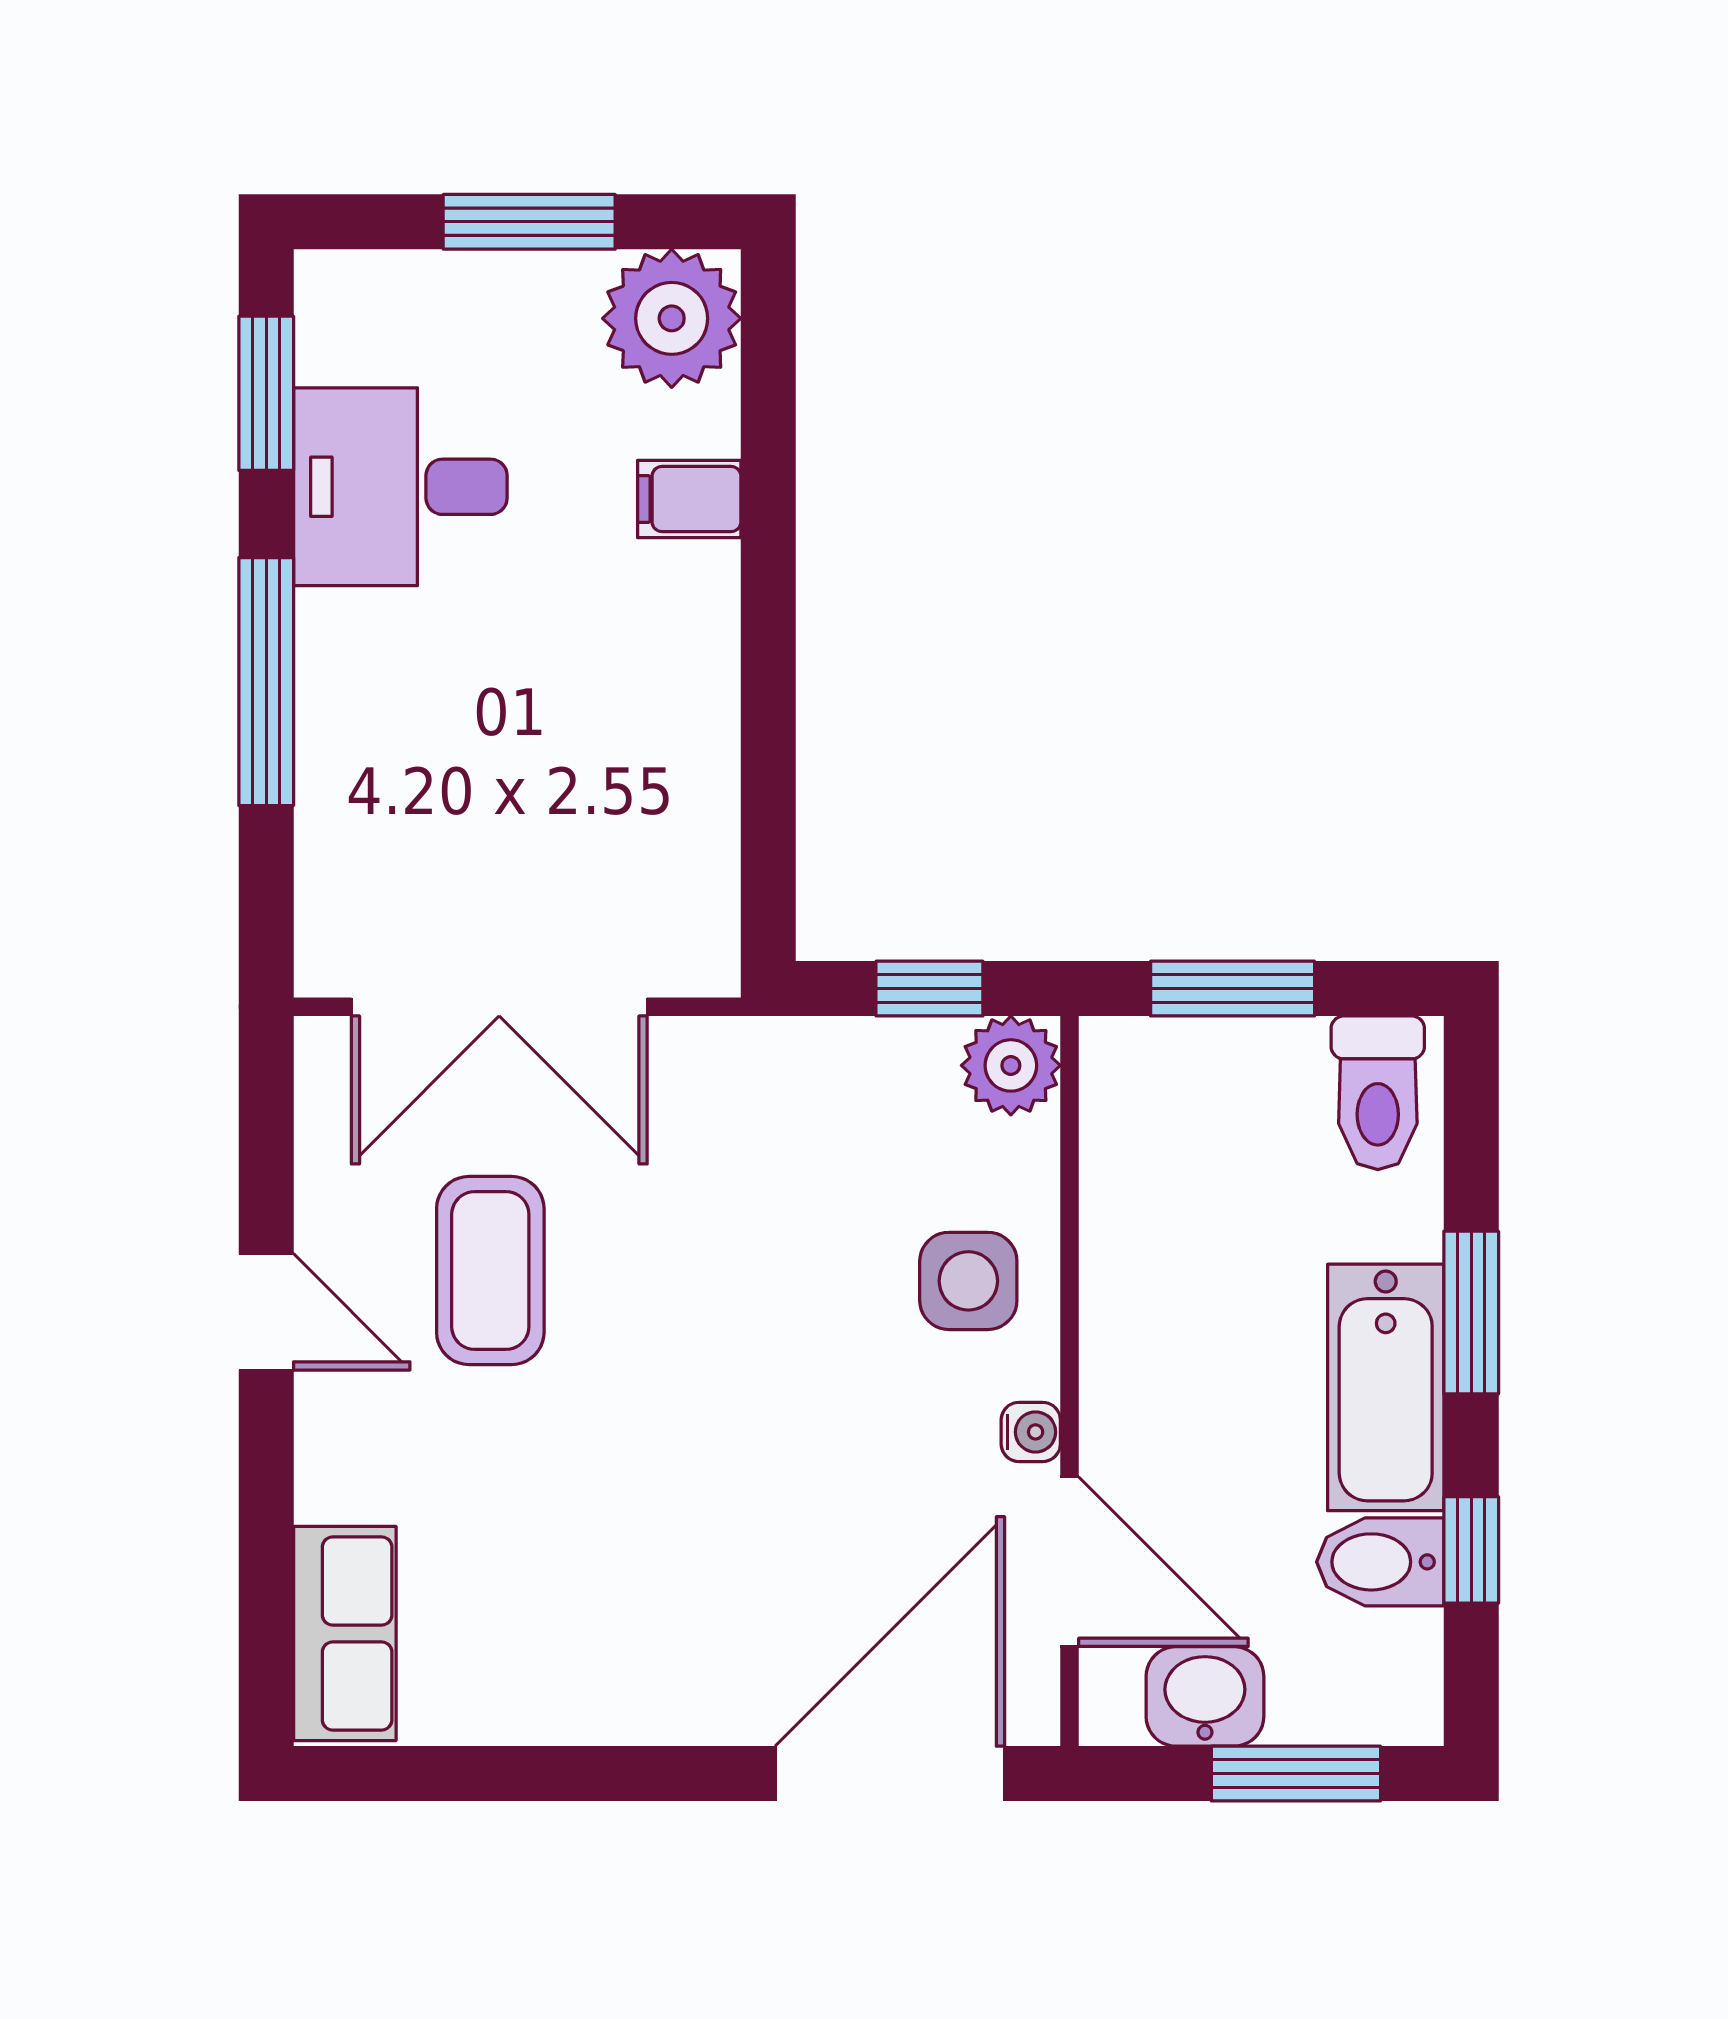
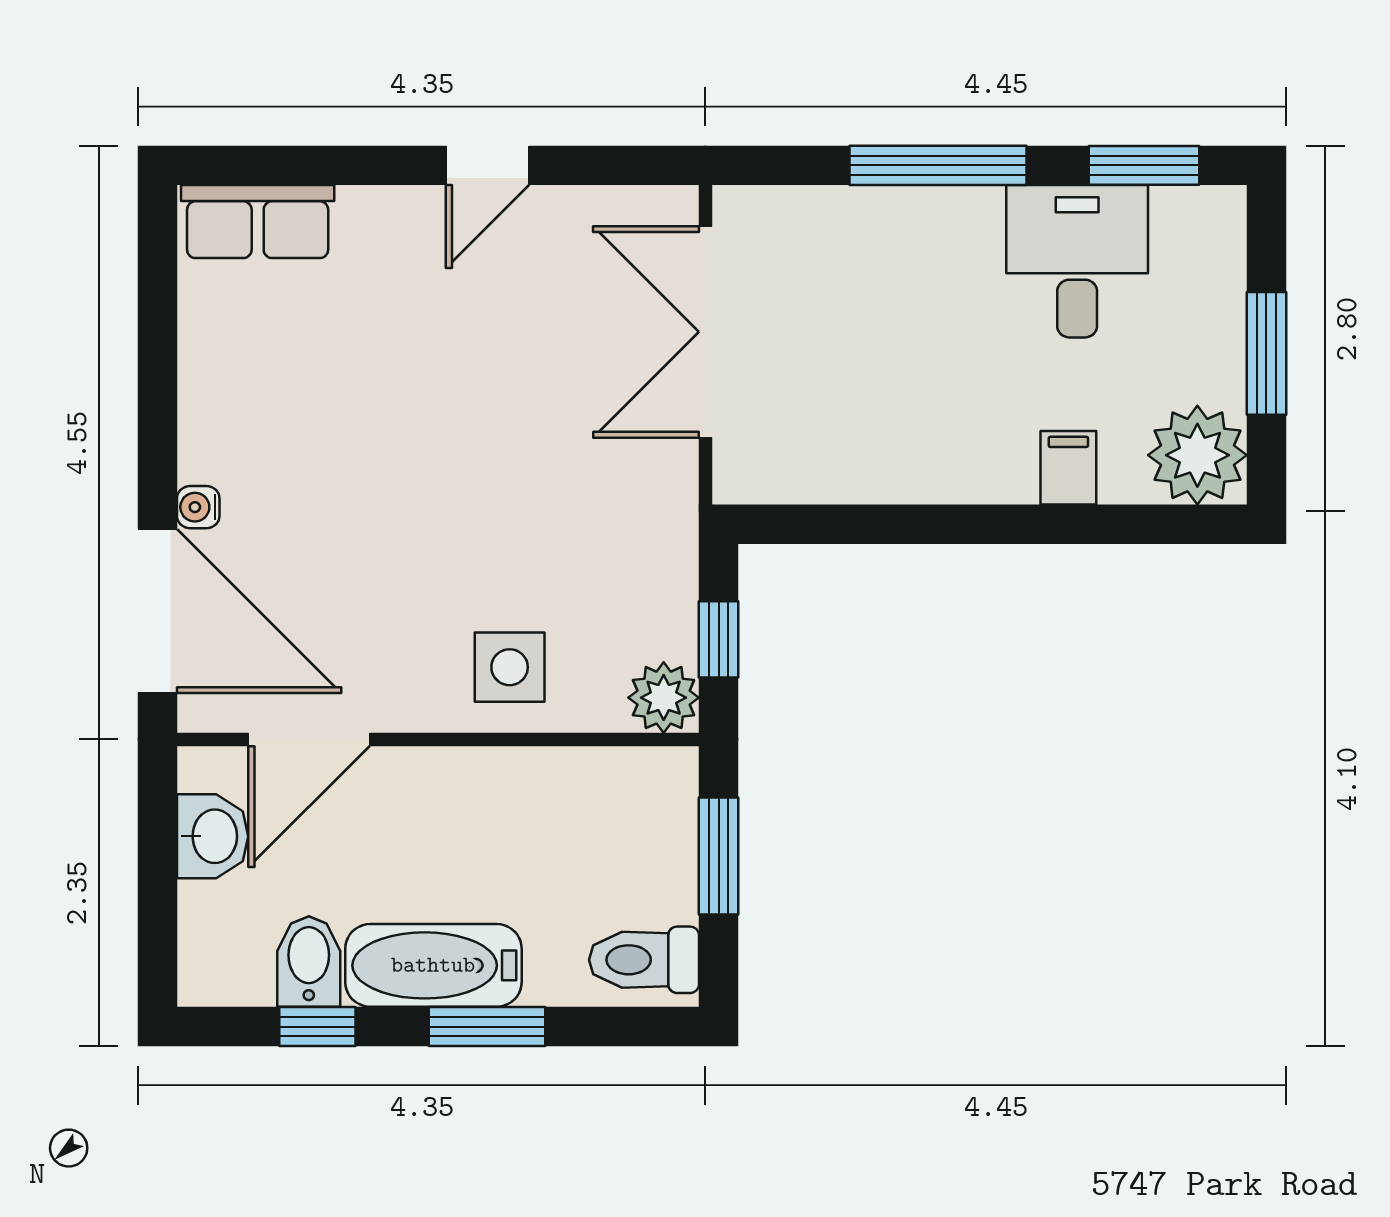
coffee table: (490, 1271) -> (517, 326), removed
water cooler: (1031, 1432) -> (198, 507), moved, turned 90
window: (1296, 1774) -> (158, 901), removed

